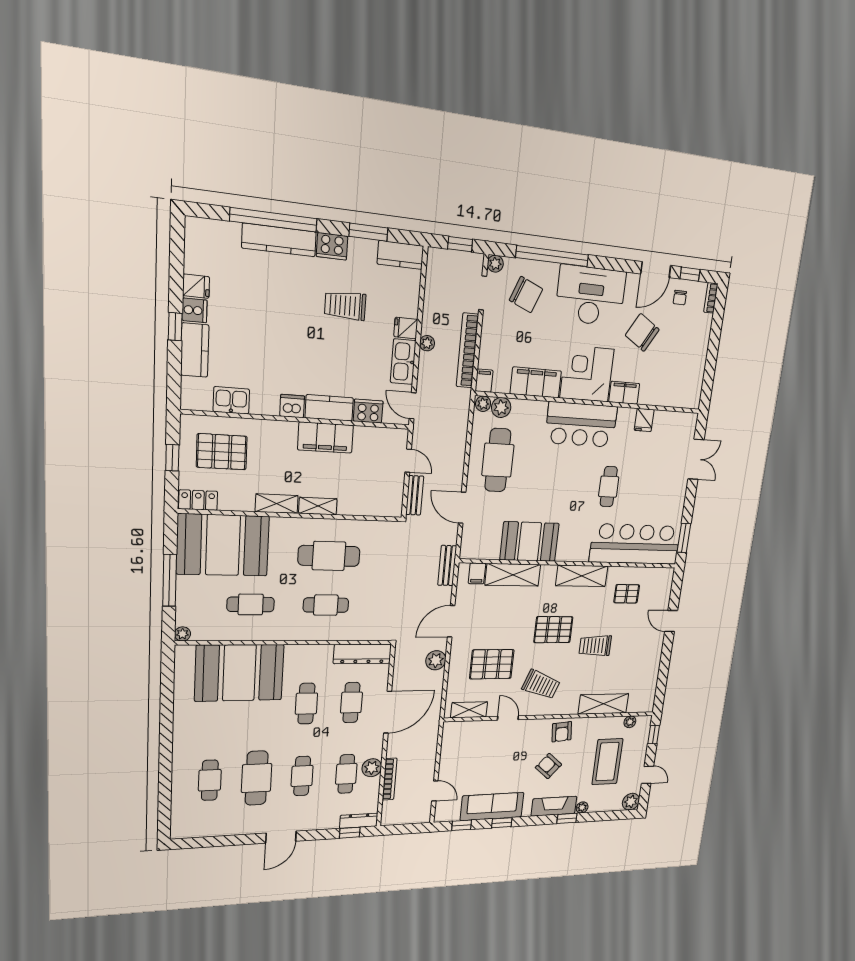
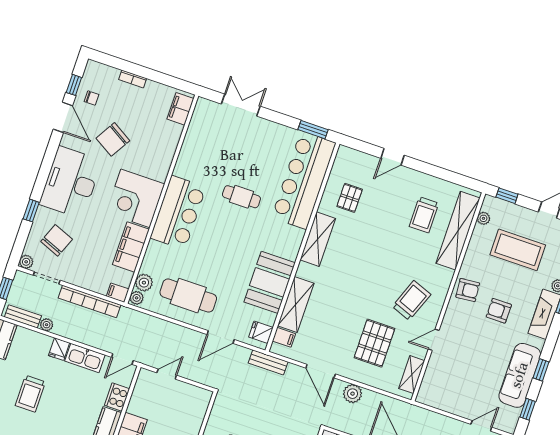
window: (552, 256) -> (31, 211), width x0.32
bookcase: (711, 298) -> (133, 79), moved
plant: (427, 343) -> (47, 325), moved
filing cabinet: (624, 393) -> (180, 109), moved
fridge: (644, 420) -> (261, 332), moved, turned 180
bench: (415, 495) -> (23, 316), moved
pallet: (553, 630) -> (361, 277), removed
trolley: (595, 646) -> (424, 215), moved
shelving: (603, 704) -> (458, 231), width x1.47
armchair: (548, 766) -> (499, 311), turned 49

